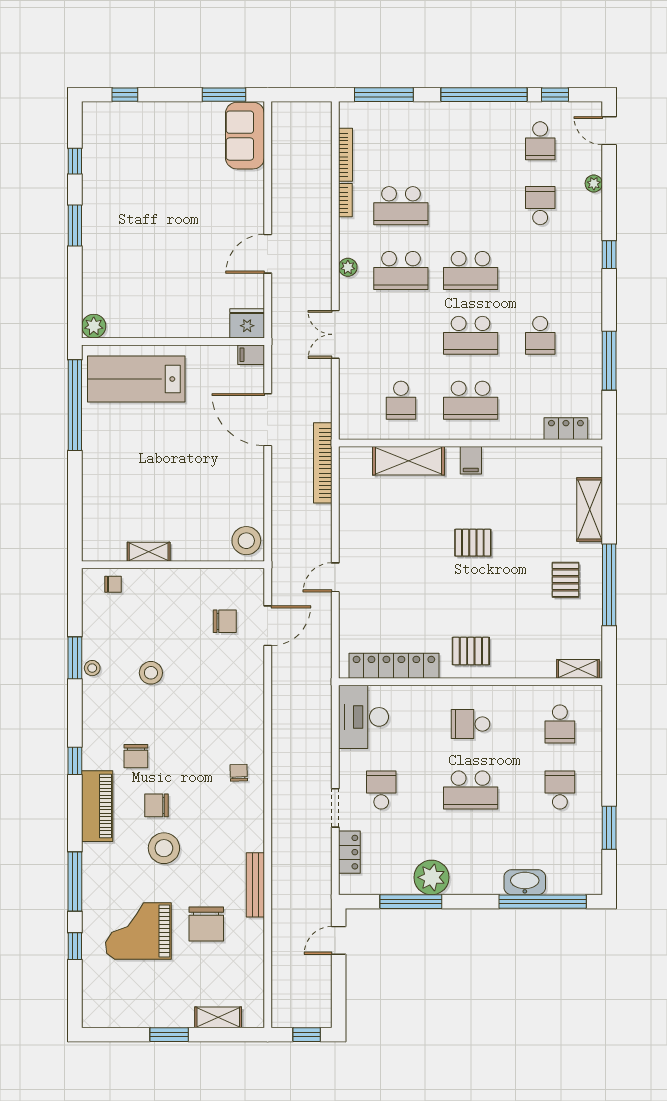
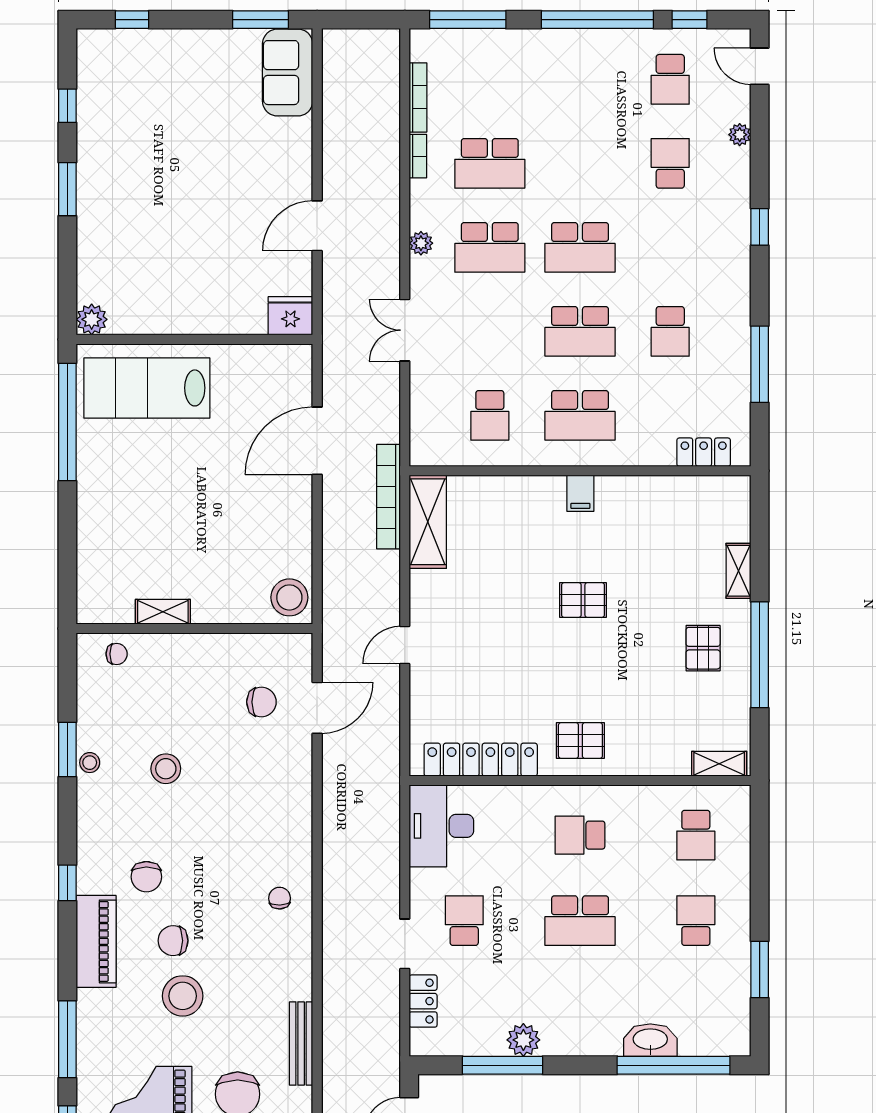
filing cabinet: (251, 355) -> (296, 357), removed
door: (268, 420) -> (317, 441), hinge flipped
shelving: (409, 461) -> (428, 522), moved, turned 90
shelving: (590, 509) -> (739, 571), width x0.67, depth x0.75
plant: (431, 877) -> (523, 1040), width x0.73, depth x0.73

